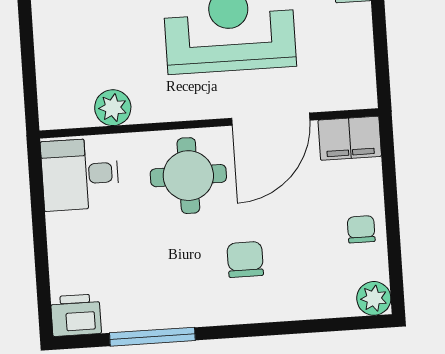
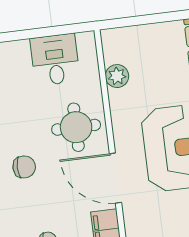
desk: (80, 174) -> (55, 60), moved

